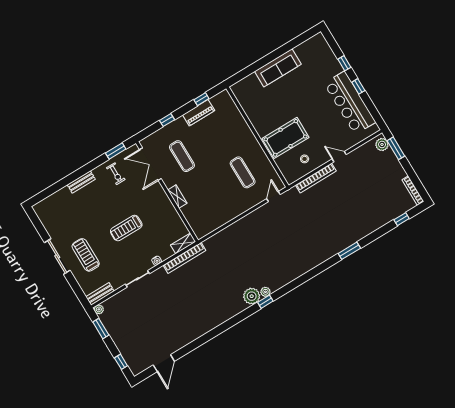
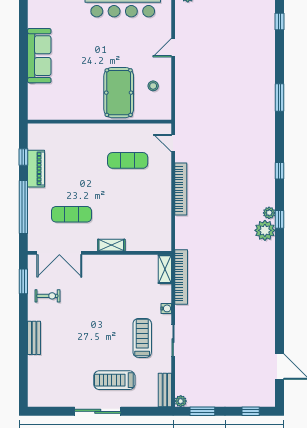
window: (167, 120) -> (23, 207), width x3.17
bookcase: (316, 178) -> (181, 189), moved
treadmill: (126, 228) -> (142, 338), moved, turned 180
window: (299, 281) -> (280, 171), added

